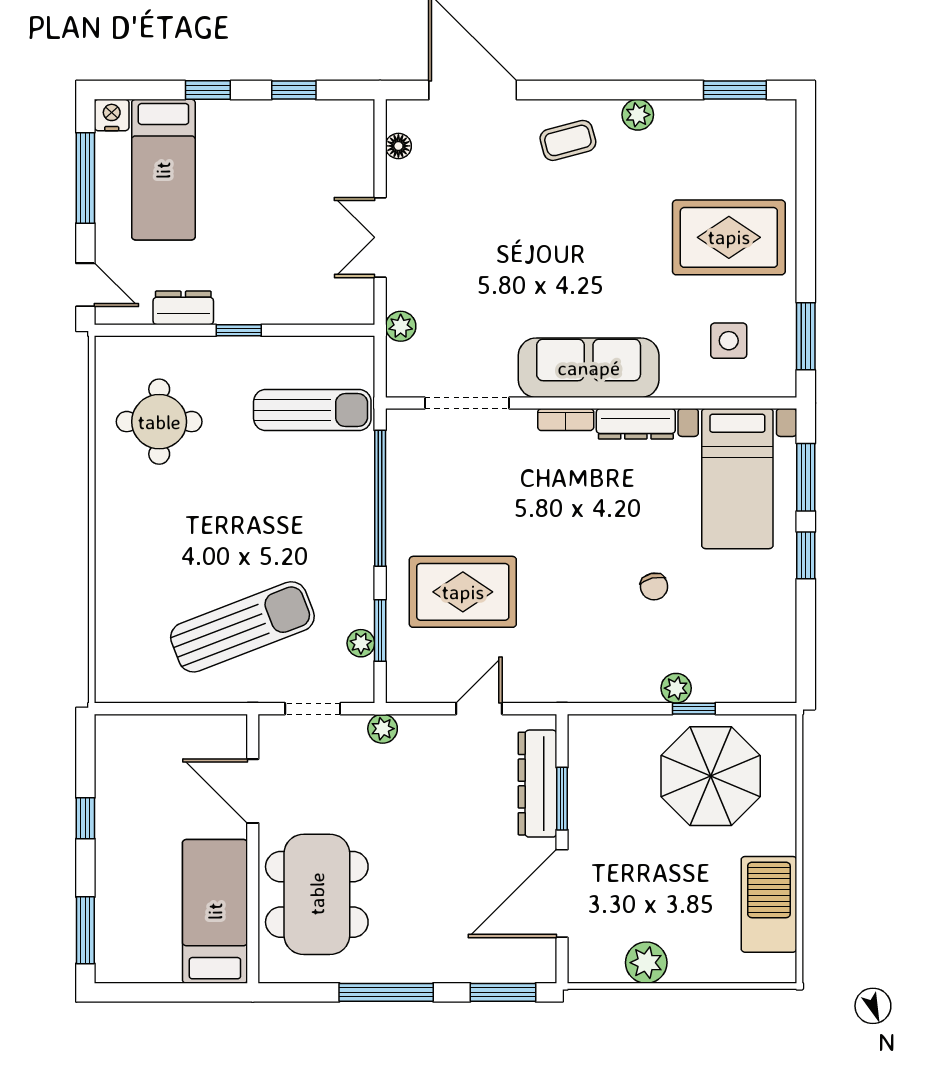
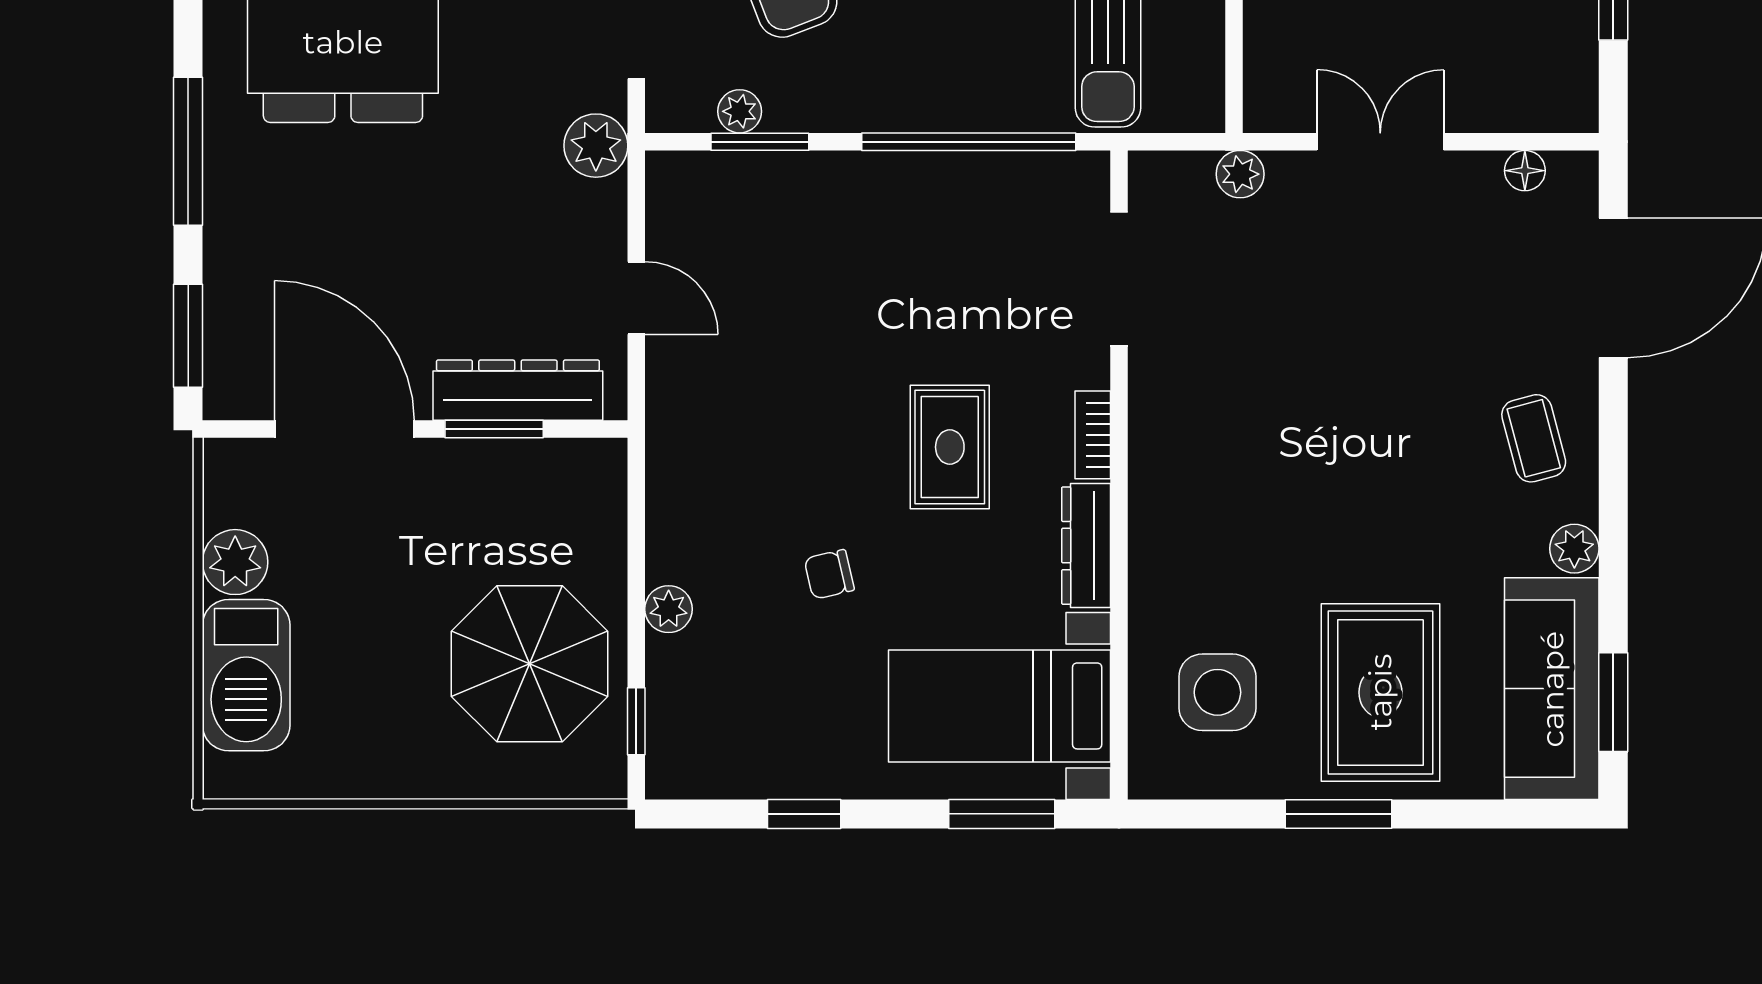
window: (806, 336) -> (1338, 814), moved
side table: (729, 341) -> (1217, 692), width x1.37, depth x1.37
sofa: (589, 368) -> (1552, 689), moved, turned 180
window: (806, 555) -> (804, 814), moved
rug: (463, 592) -> (950, 447), moved, width x0.73, depth x0.70
window: (694, 709) -> (636, 721), moved
plant: (383, 729) -> (596, 146), width x1.38, depth x1.38
barbecue: (769, 904) -> (246, 675), moved, turned 90

